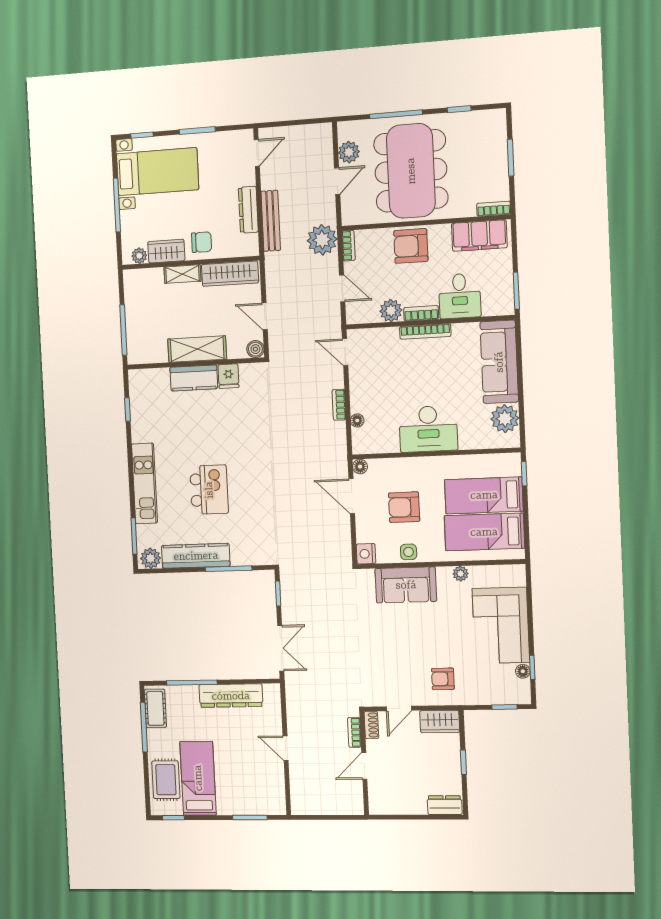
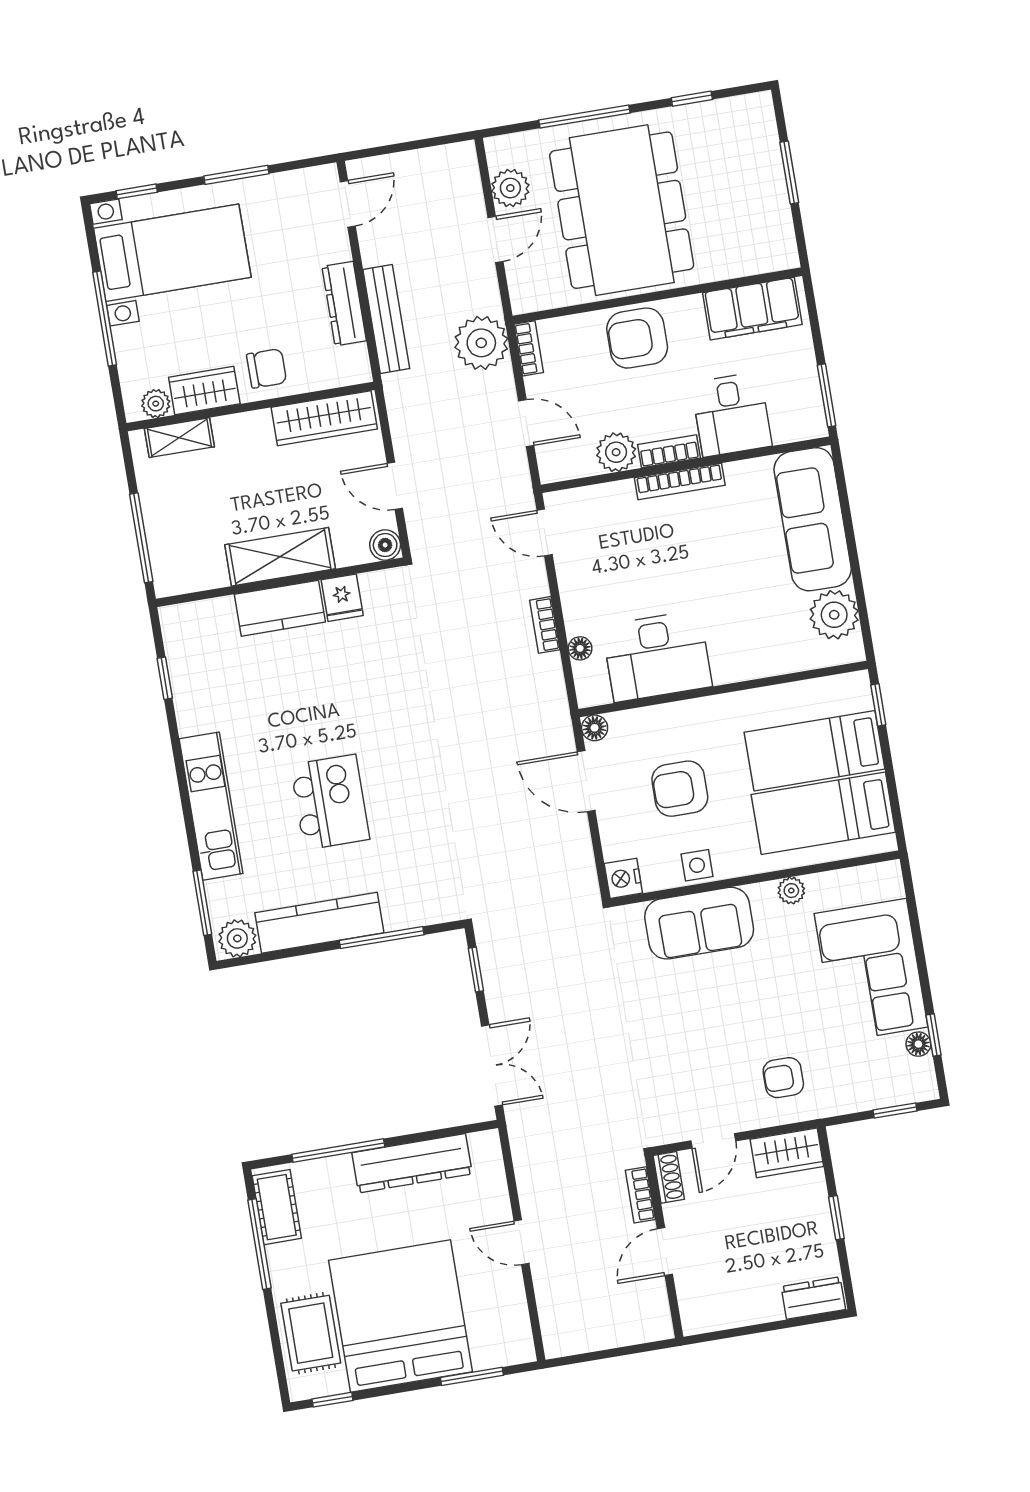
bookcase: (494, 209) -> (771, 261), removed
shelving: (182, 274) -> (179, 438), moved
desk: (428, 429) -> (657, 656), moved
bed: (198, 778) -> (401, 1316), width x2.04

